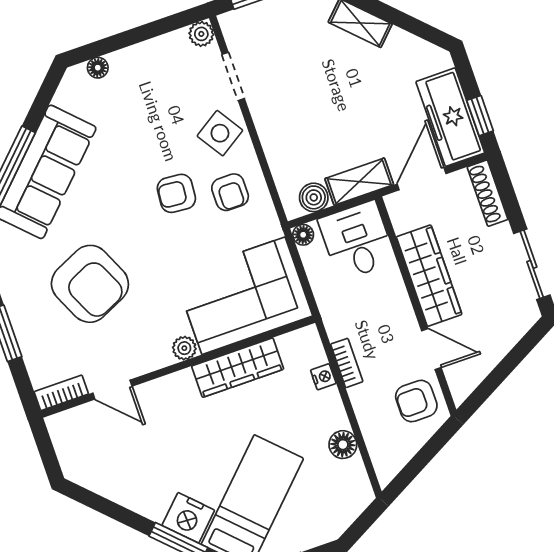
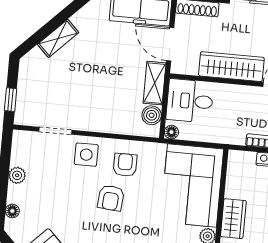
plant: (201, 34) -> (17, 175), moved
side table: (220, 133) -> (86, 155), turned 33
armchair: (230, 192) -> (125, 165), turned -90
wardrobe: (238, 368) -> (233, 219), width x0.67

